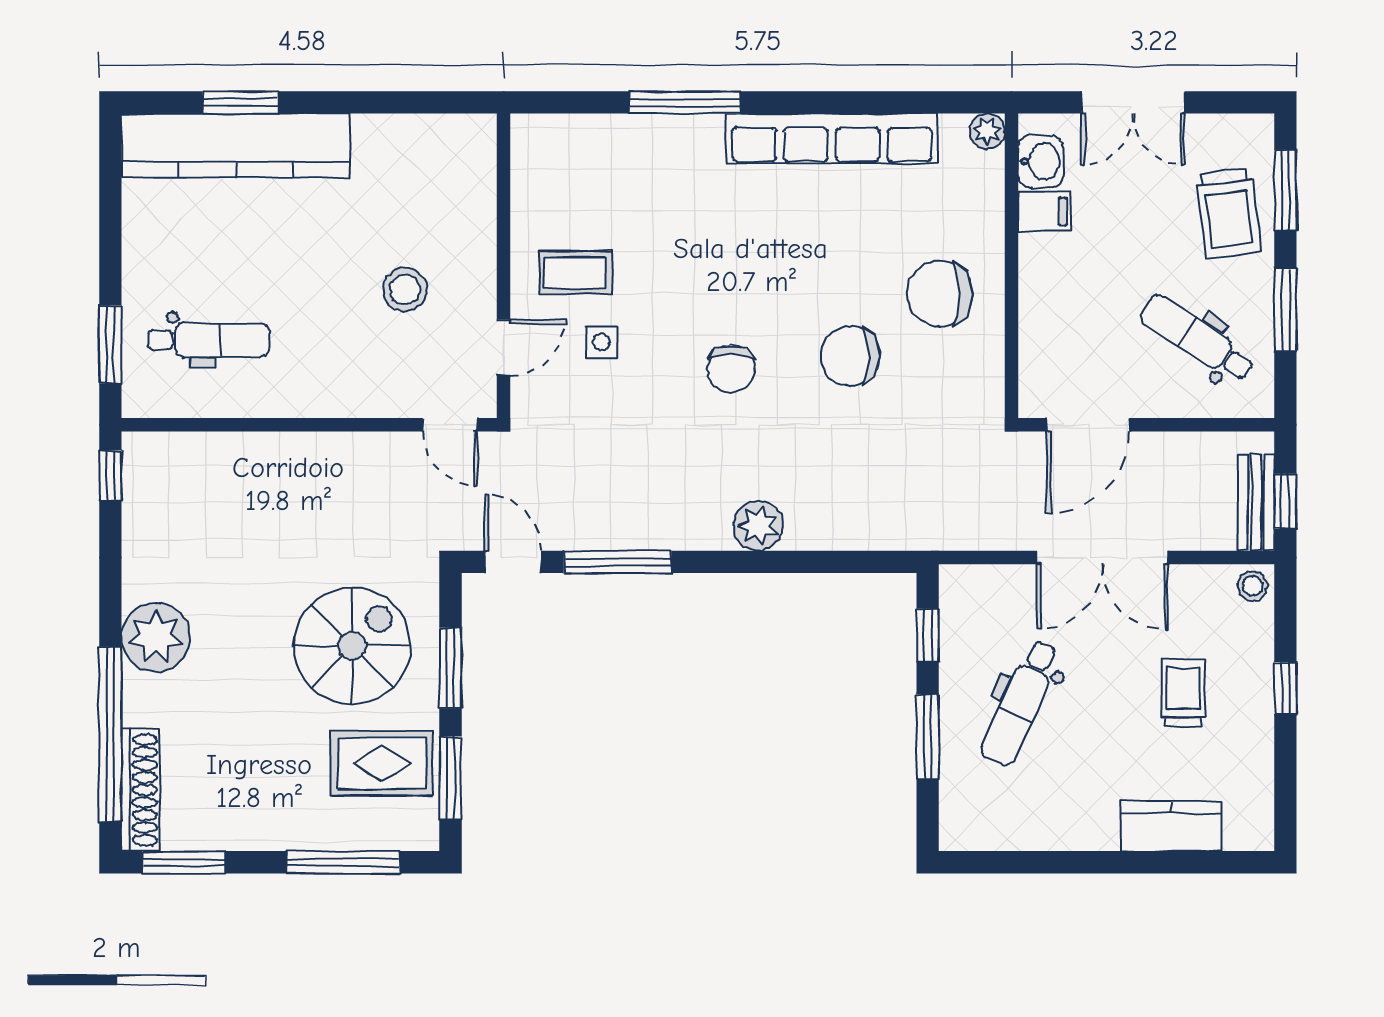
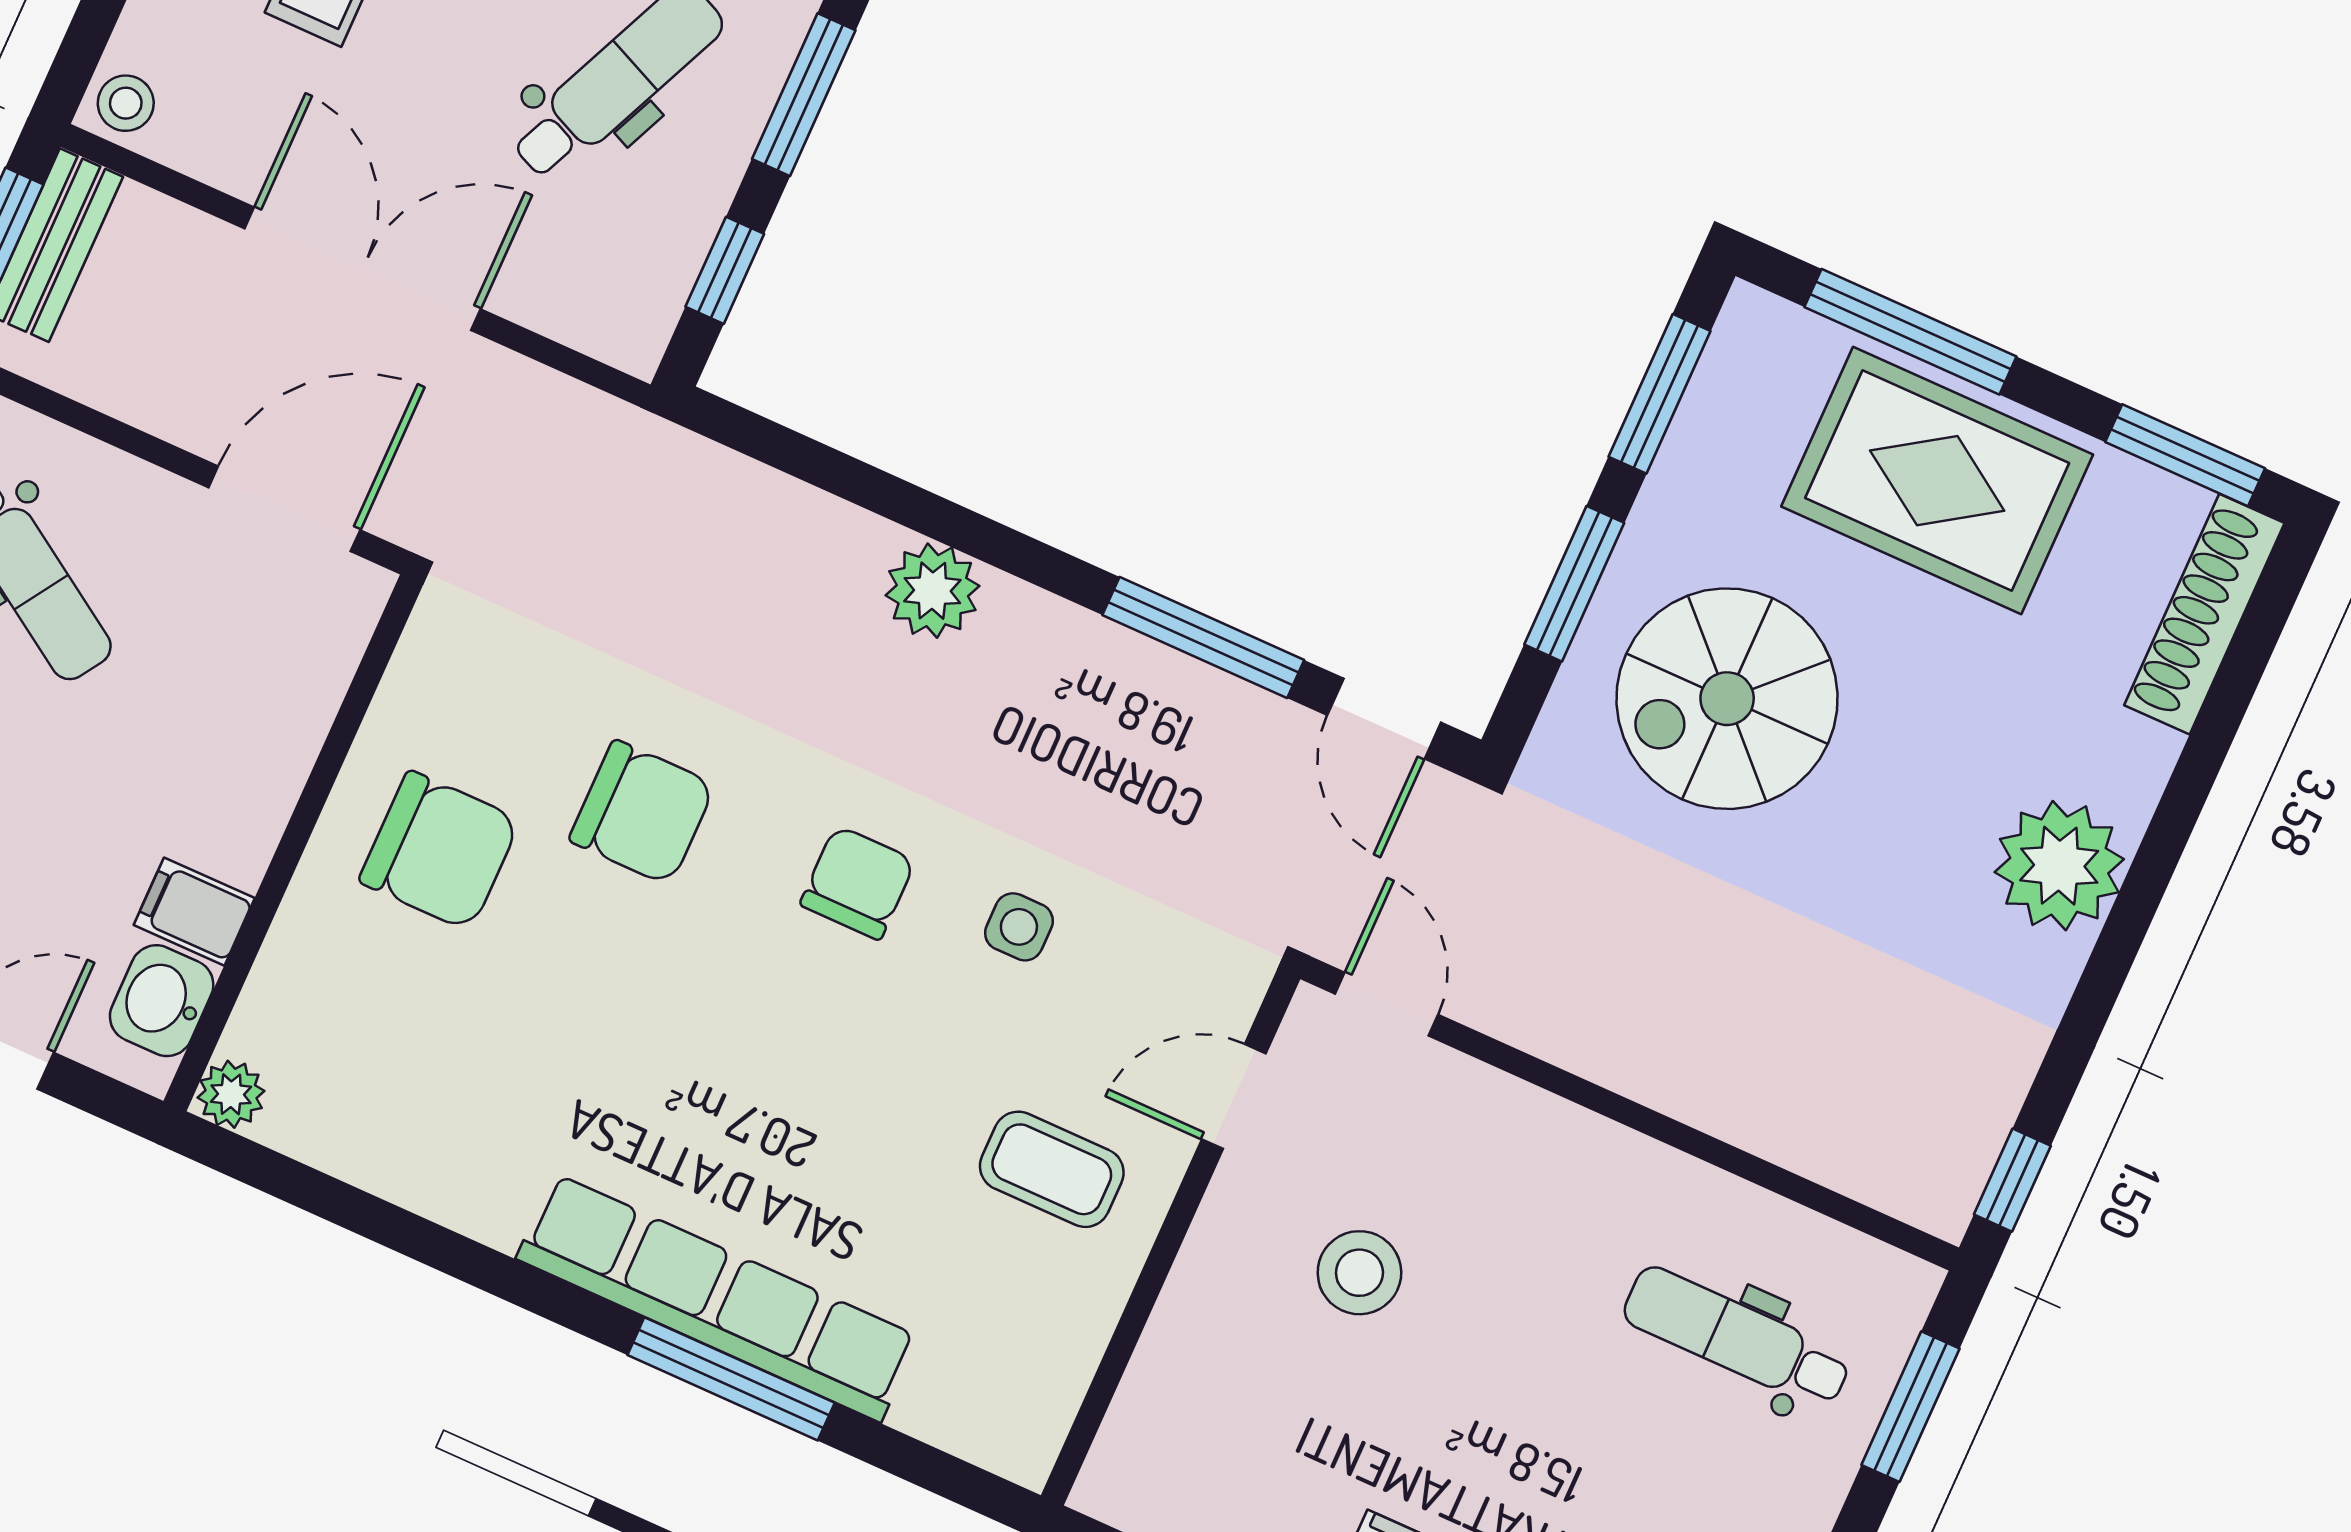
row of seats: (832, 139) -> (717, 1298), moved
side table: (601, 342) -> (1019, 927), moved
window: (110, 734) -> (2213, 734), removed
rug: (382, 763) -> (1937, 481), moved, width x1.36, depth x1.43

